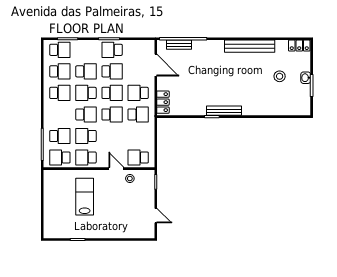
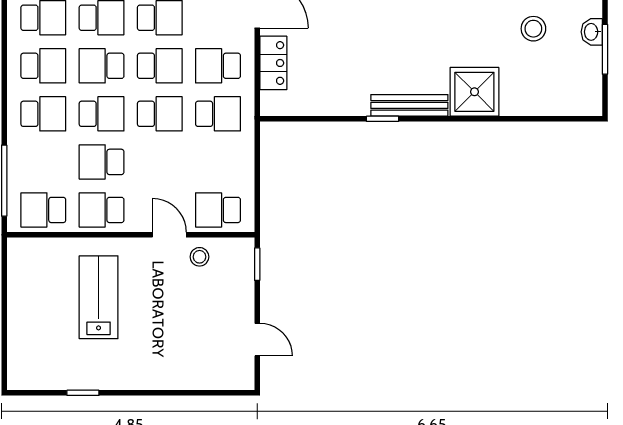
locker: (163, 102) -> (273, 63), moved
shower: (253, 105) -> (474, 92), added
school desk: (60, 136) -> (43, 114), moved

